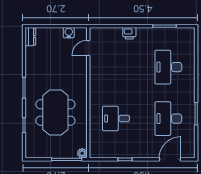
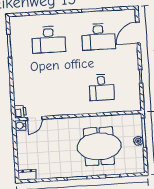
water cooler: (69, 33) -> (20, 125), moved
printer: (129, 33) -> (20, 112), moved
door: (88, 48) -> (35, 118), hinge flipped
plant: (82, 153) -> (138, 141), moved
door: (170, 159) -> (138, 33), hinge flipped

